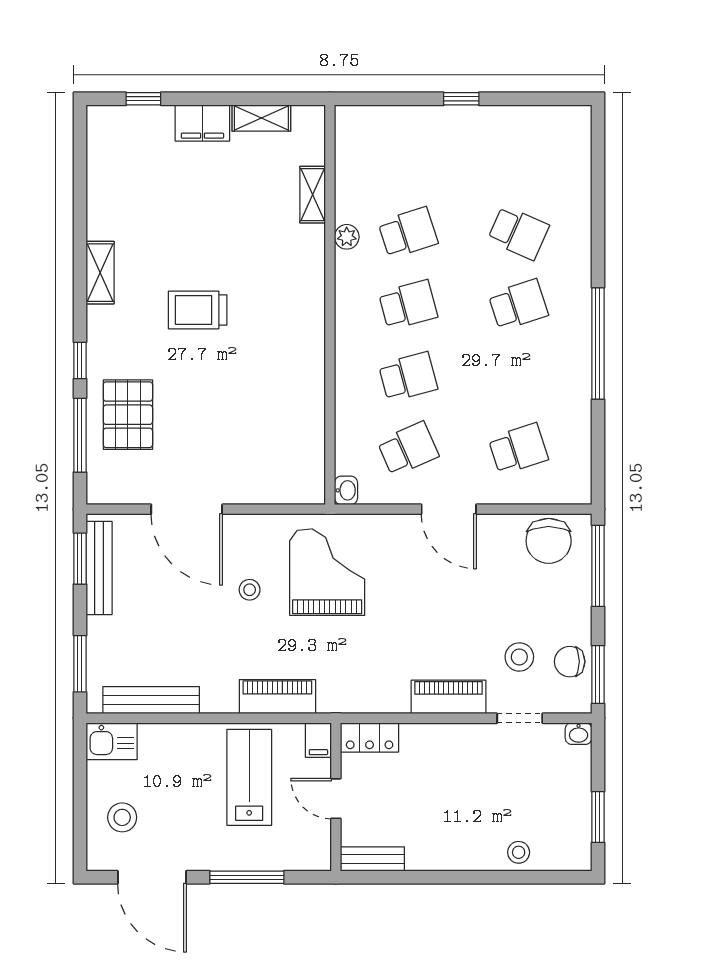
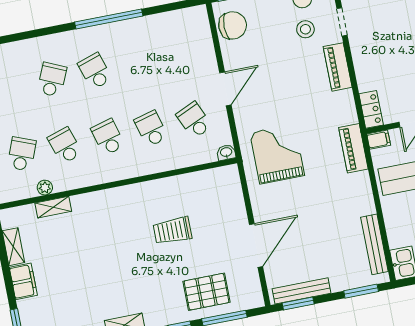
plant: (347, 237) -> (45, 188), moved
trolley: (198, 310) -> (172, 231), moved, turned 90
school desk: (518, 449) -> (22, 154), moved, turned 39
grand piano: (327, 572) -> (277, 154), turned 90
stool: (250, 590) -> (297, 198), removed
piano: (277, 697) -> (353, 148), moved

